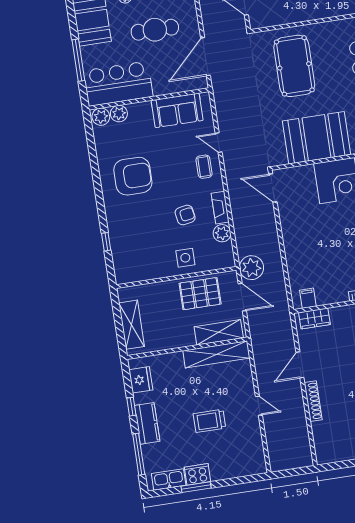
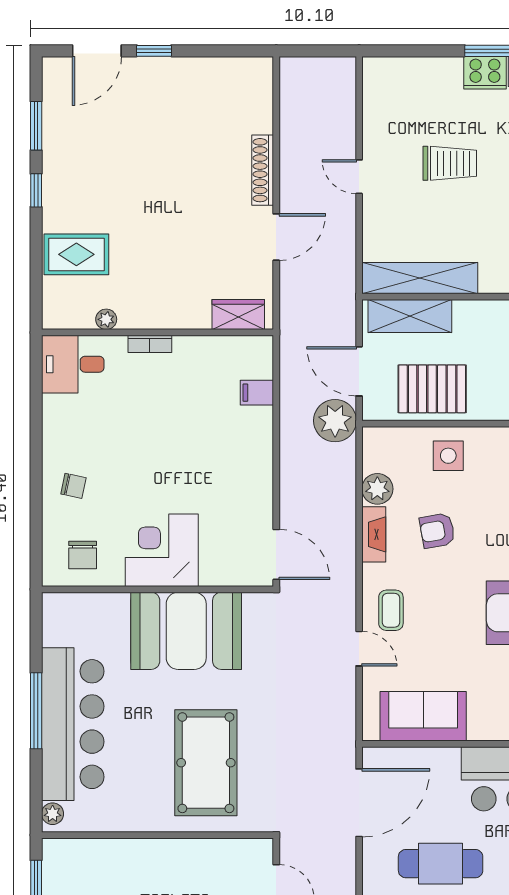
filing cabinet: (308, 298) -> (257, 393), moved, turned 90

